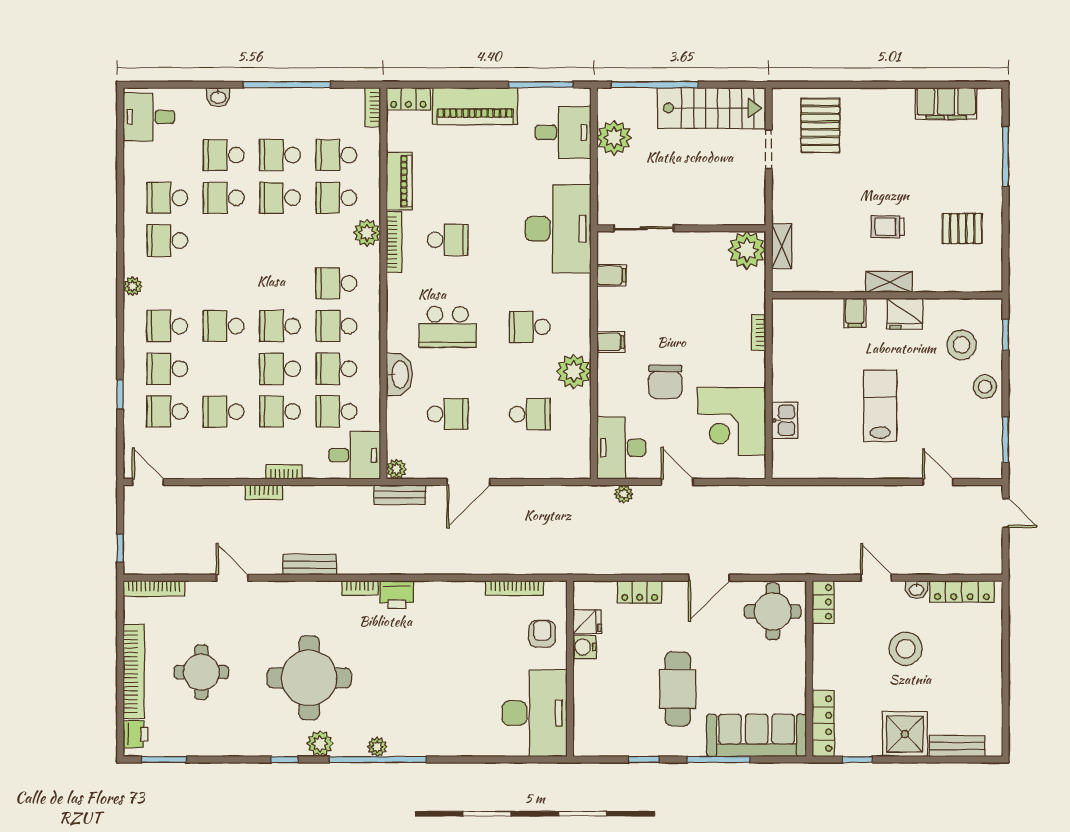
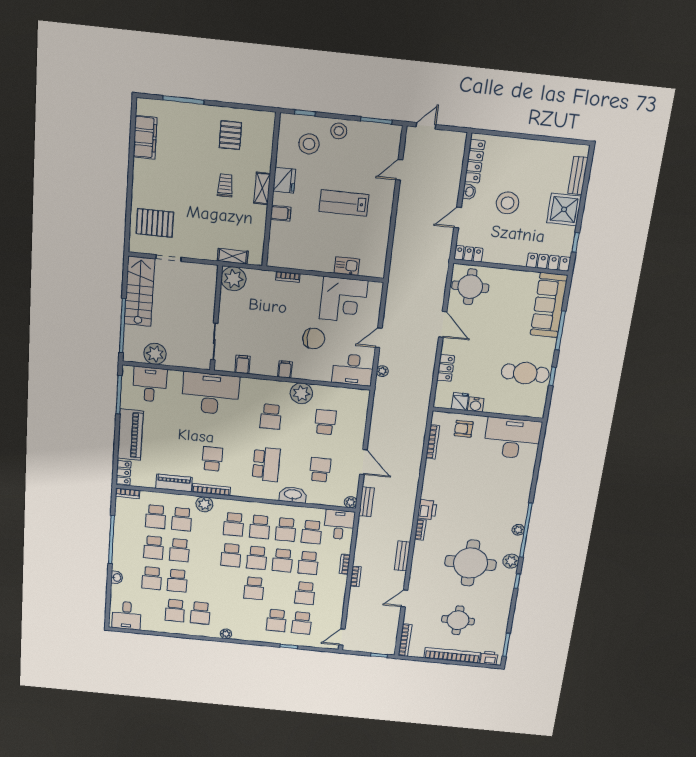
trolley: (888, 227) -> (225, 185), turned 180
school desk: (167, 326) -> (231, 555), moved
cafe table: (678, 689) -> (525, 373), moved

